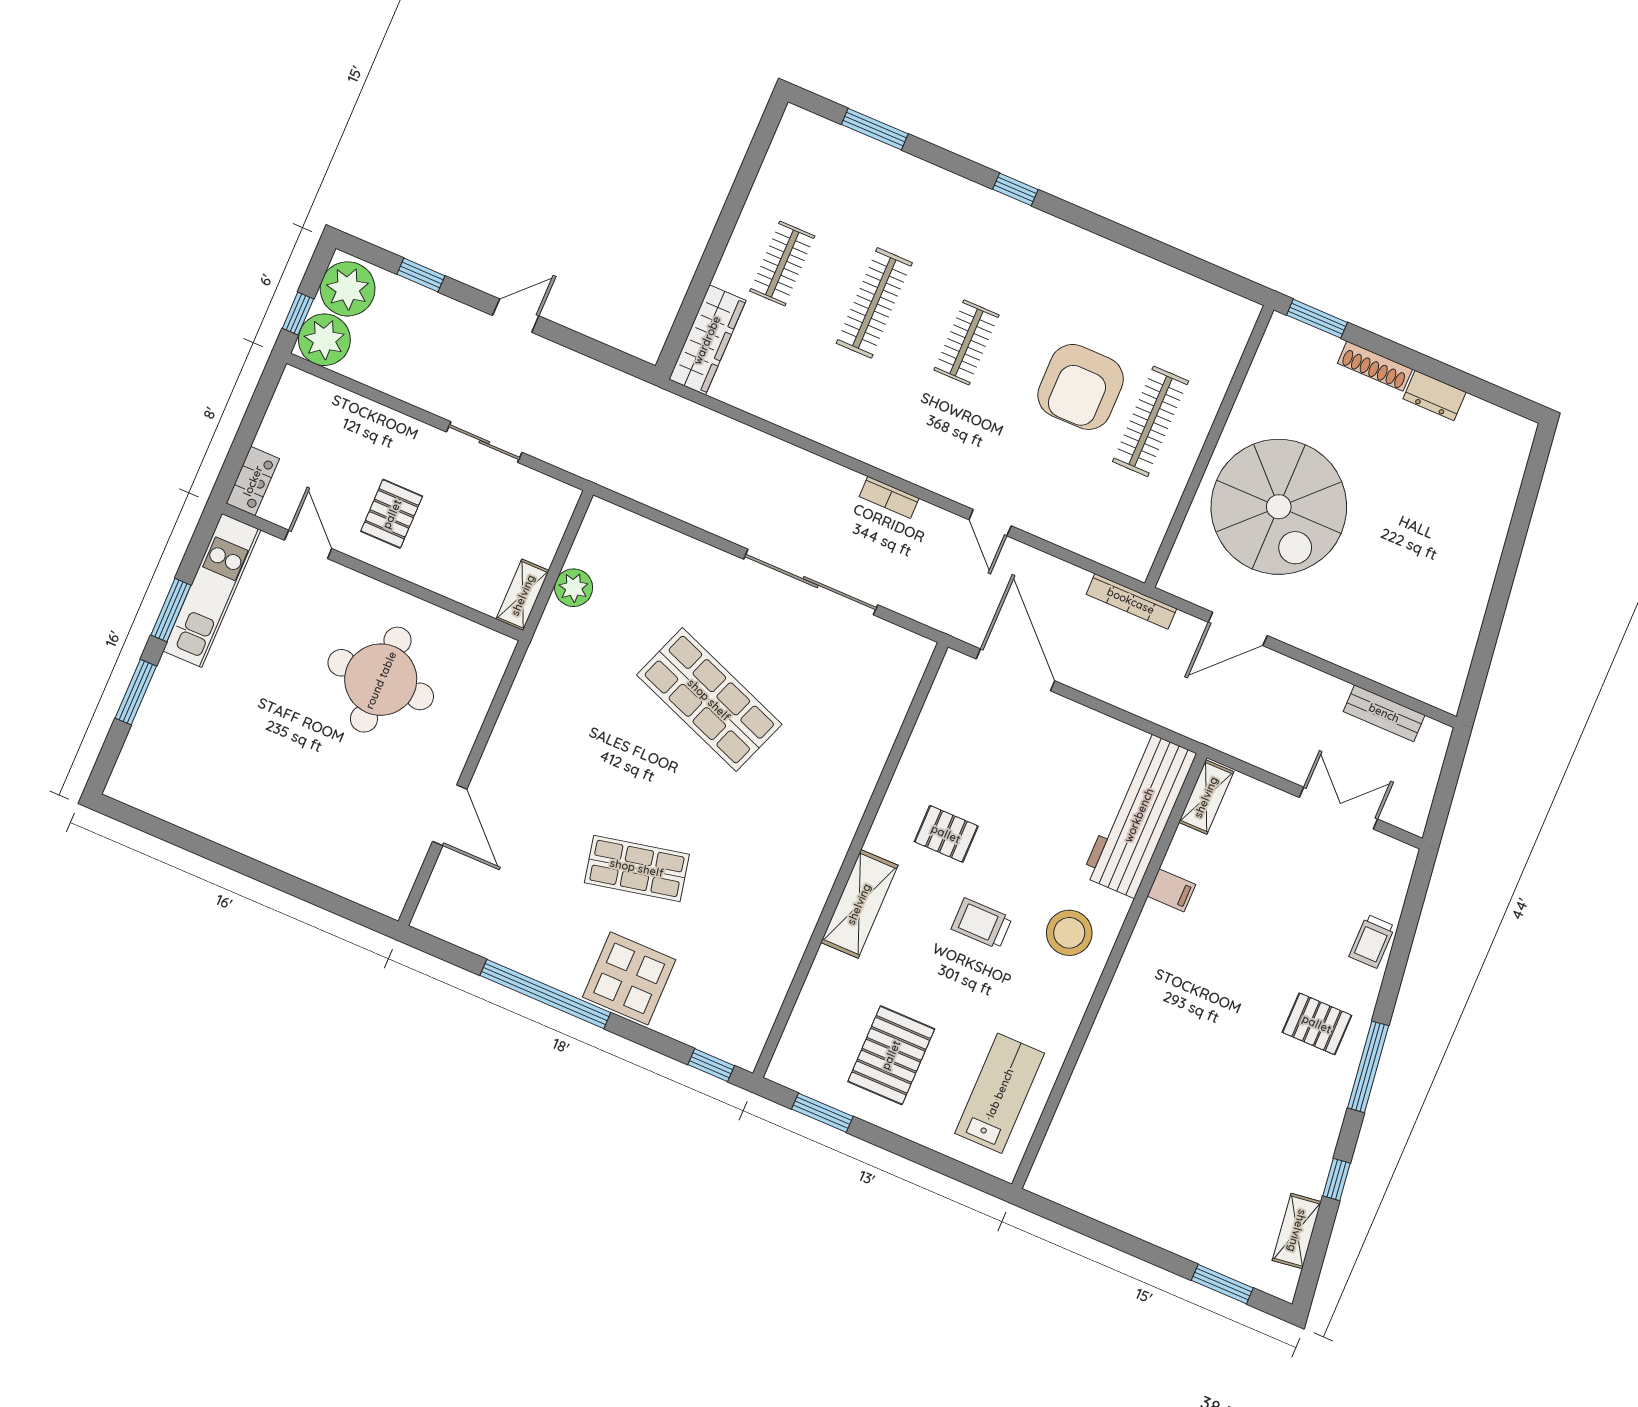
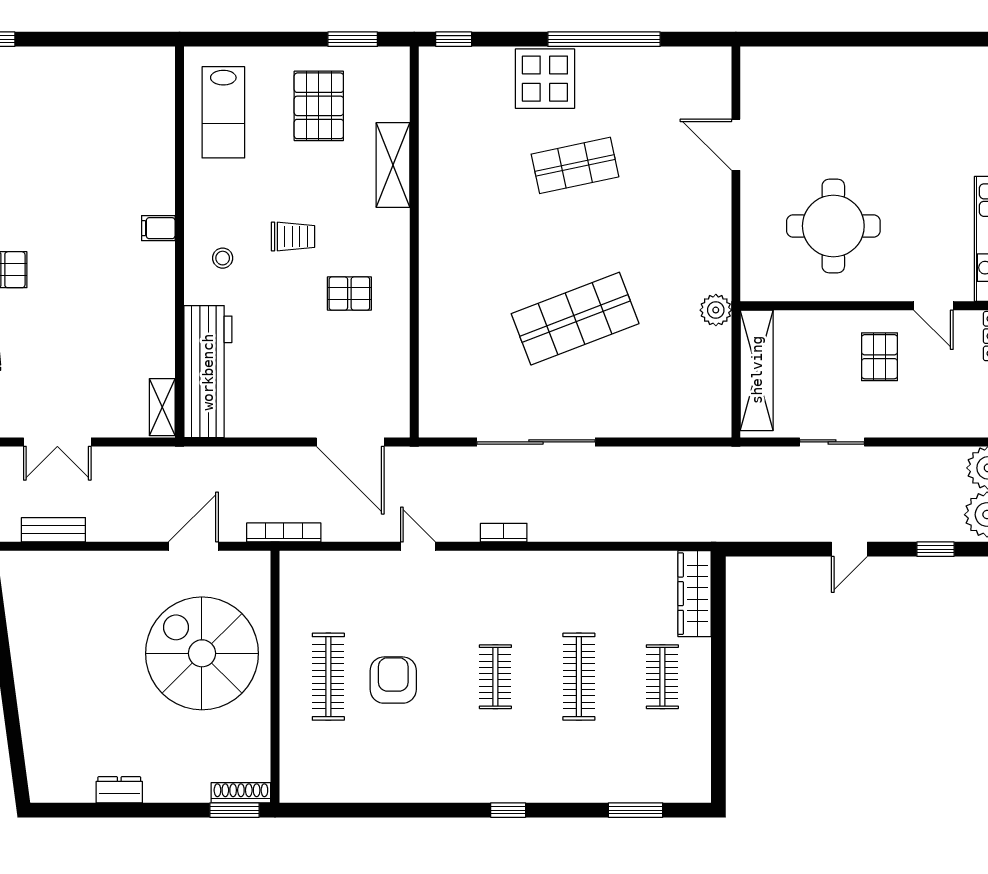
shoe rack: (1375, 366) -> (241, 793), moved
armchair: (1081, 387) -> (393, 680), width x0.73, depth x0.73
plant: (574, 588) -> (716, 310), moved
shelving: (523, 595) -> (757, 370), width x2.20, depth x1.33
shop shelf: (709, 700) -> (575, 319), turned -42
filing cabinet: (1171, 890) -> (158, 228), moved
shelving: (859, 904) -> (393, 165), moved
stool: (1069, 933) -> (223, 258), width x0.53, depth x0.53

